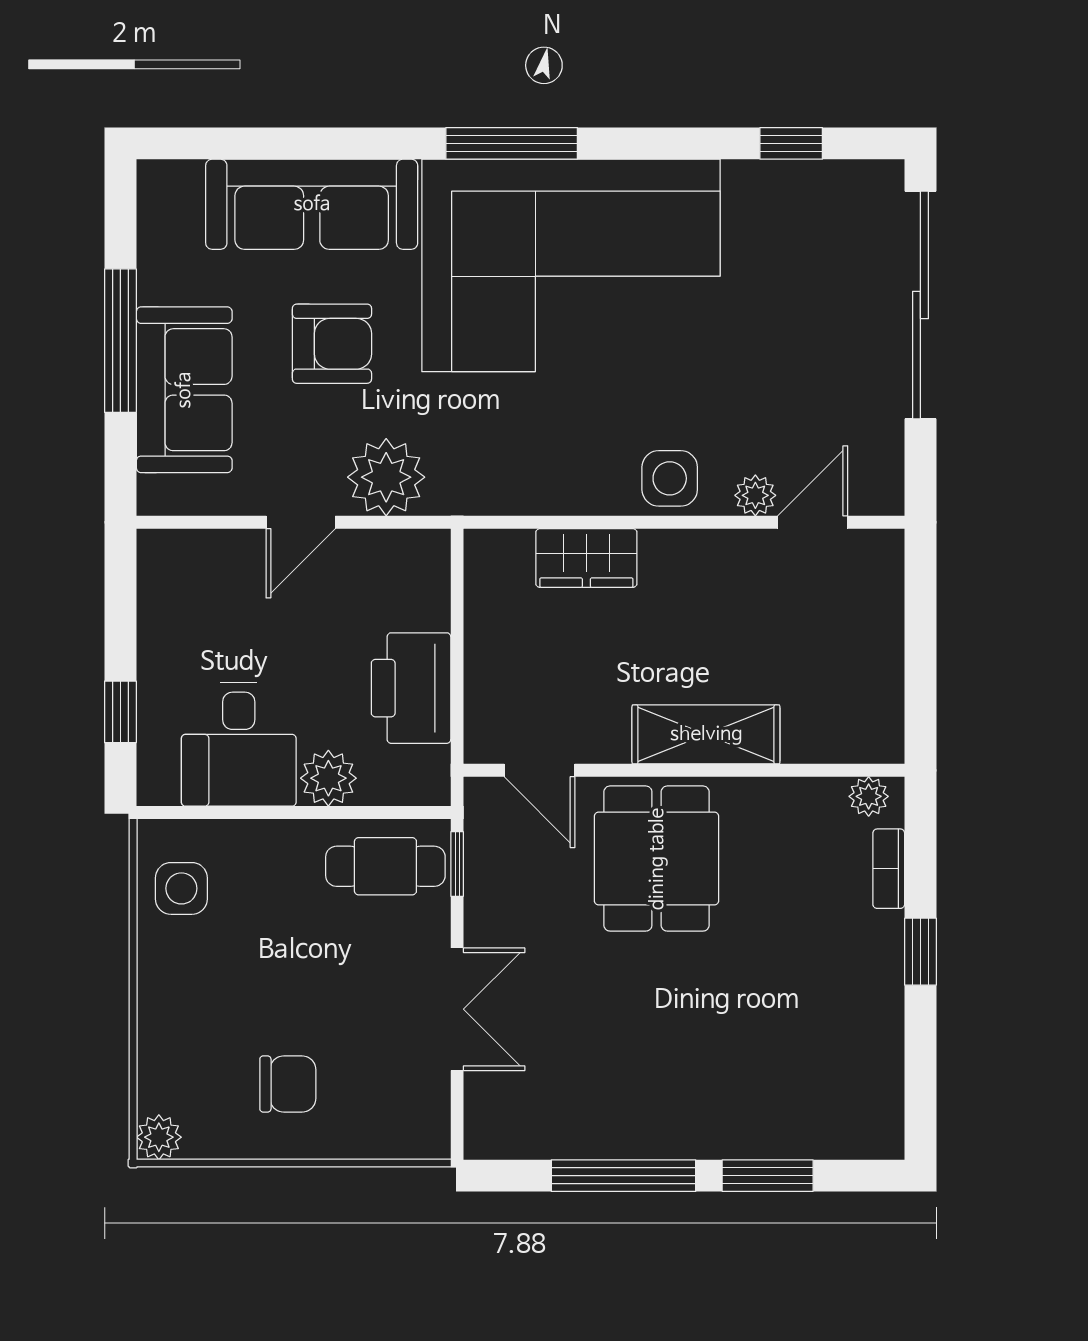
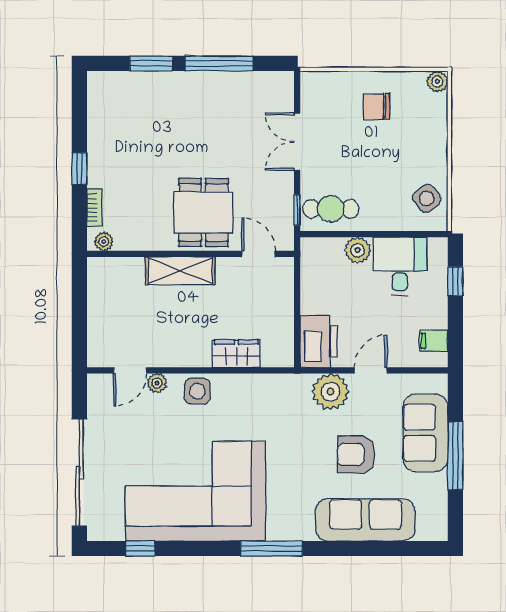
corner sofa: (571, 265) -> (195, 491), moved
filing cabinet: (167, 585) -> (434, 341), added
printer: (411, 688) -> (319, 341), moved
side table: (181, 888) -> (427, 198), turned -38

